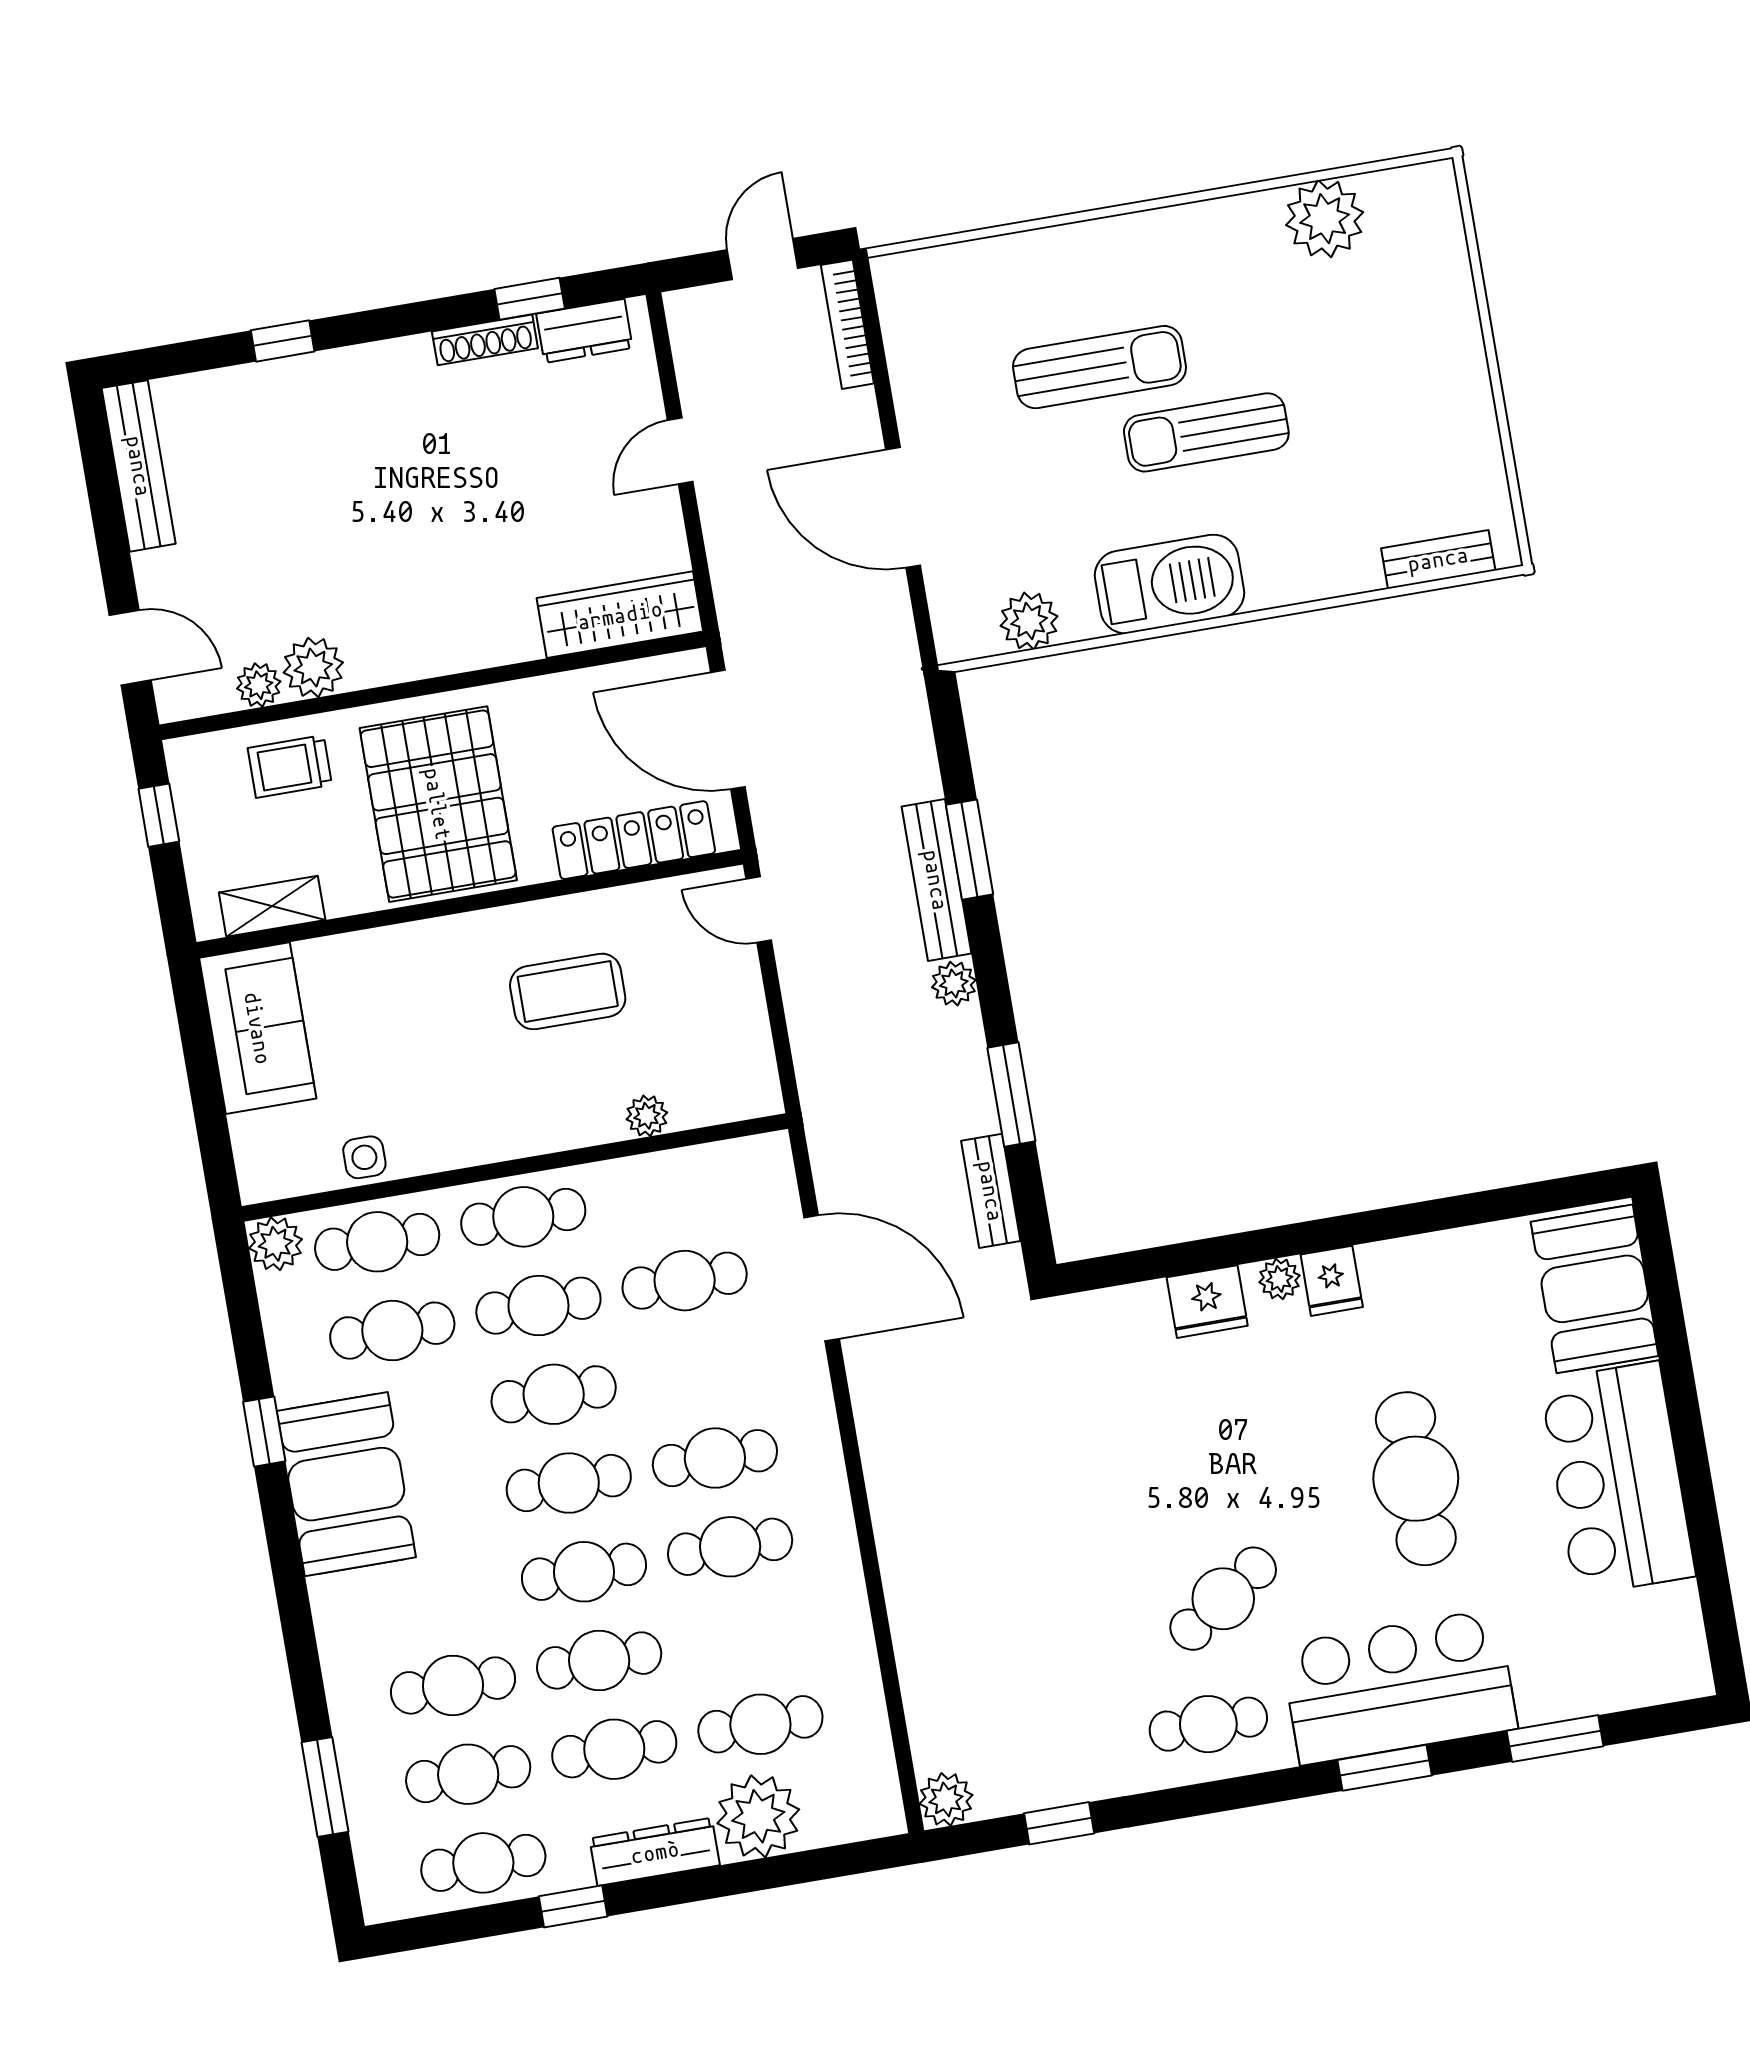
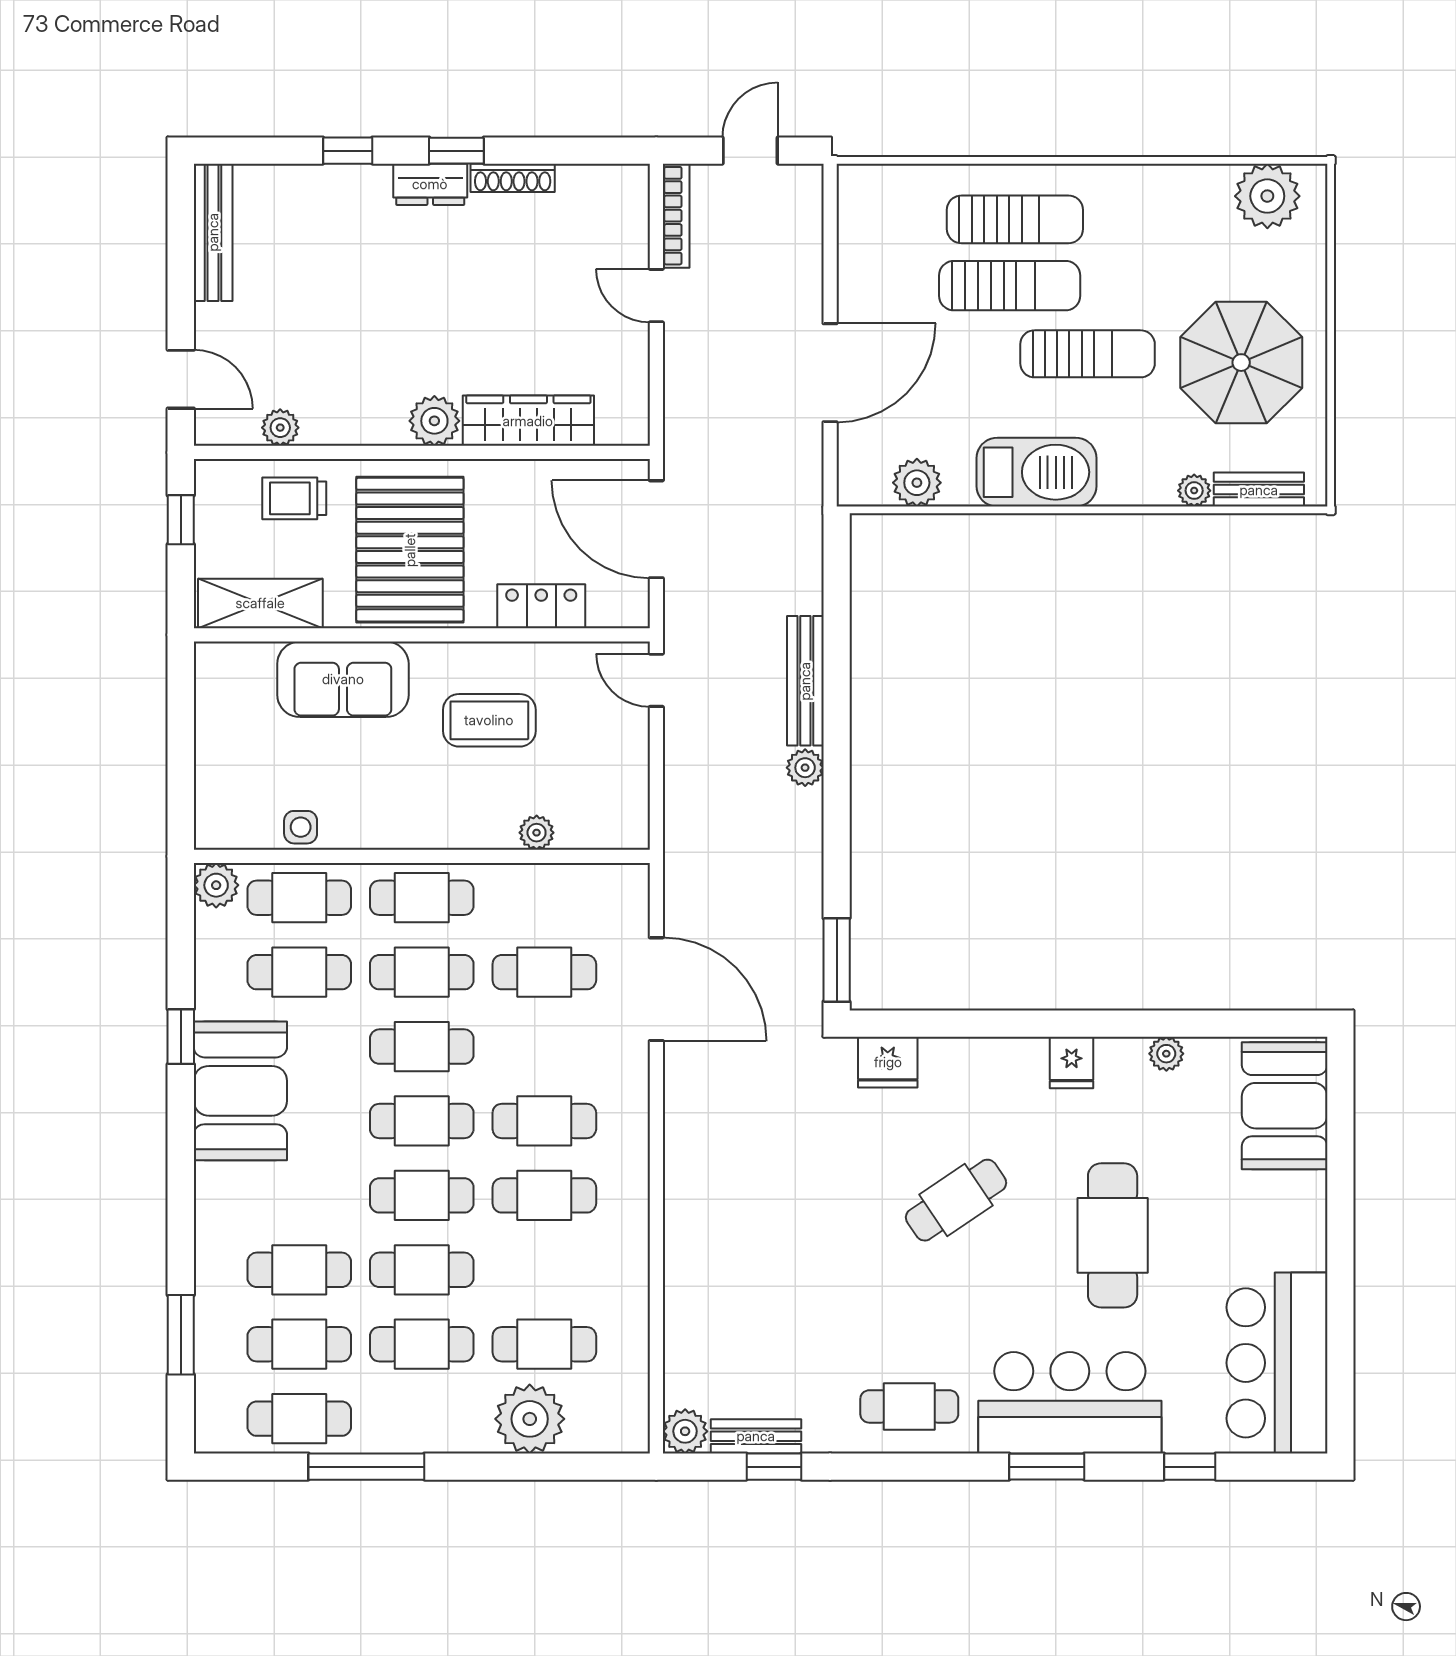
plant: (1325, 219) -> (1267, 196), moved
sun lounger: (1092, 287) -> (1015, 219), added
window: (530, 299) -> (456, 151), moved
bookcase: (847, 324) -> (676, 216), moved, turned 180
dresser: (584, 331) -> (430, 184), moved
parasol: (1391, 412) -> (1241, 363), added
sun lounger: (1206, 432) -> (1088, 354), turned 180
door: (680, 451) -> (656, 296), hinge flipped
door: (903, 508) -> (830, 373), swing flipped
plant: (1361, 574) -> (1194, 491), added
wardrobe: (620, 615) -> (528, 421), moved
plant: (313, 667) -> (434, 421), moved
locker: (634, 840) -> (541, 606), width x0.66
window: (970, 850) -> (837, 661), removed
shelving: (272, 906) -> (260, 603), width x1.50, depth x1.33
sofa: (258, 1028) -> (343, 679), moved, turned 90
window: (1011, 1095) -> (837, 960), moved
bench: (991, 1191) -> (756, 1436), moved, turned 90
plant: (1279, 1279) -> (1166, 1054), moved
fridge: (1207, 1302) -> (888, 1062), moved
bar counter: (1618, 1479) -> (1277, 1363), moved
cafe table: (1223, 1599) -> (956, 1200), moved
window: (1555, 1739) -> (1190, 1467), width x0.67
dresser: (655, 1852) -> (440, 1433), removed
window: (573, 1906) -> (366, 1467), width x2.17

